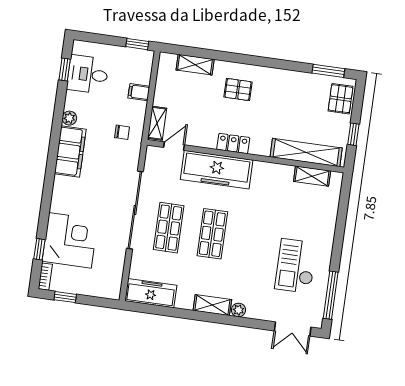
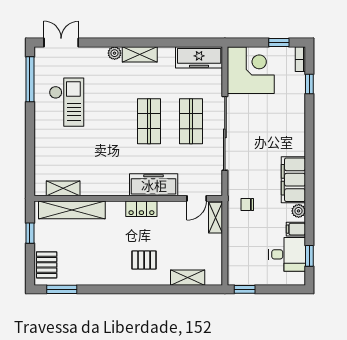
filing cabinet: (139, 92) -> (296, 229), moved, turned 180
freezer: (217, 170) -> (154, 185), width x0.73, depth x0.79
corner desk: (70, 240) -> (251, 70), moved, turned 180

